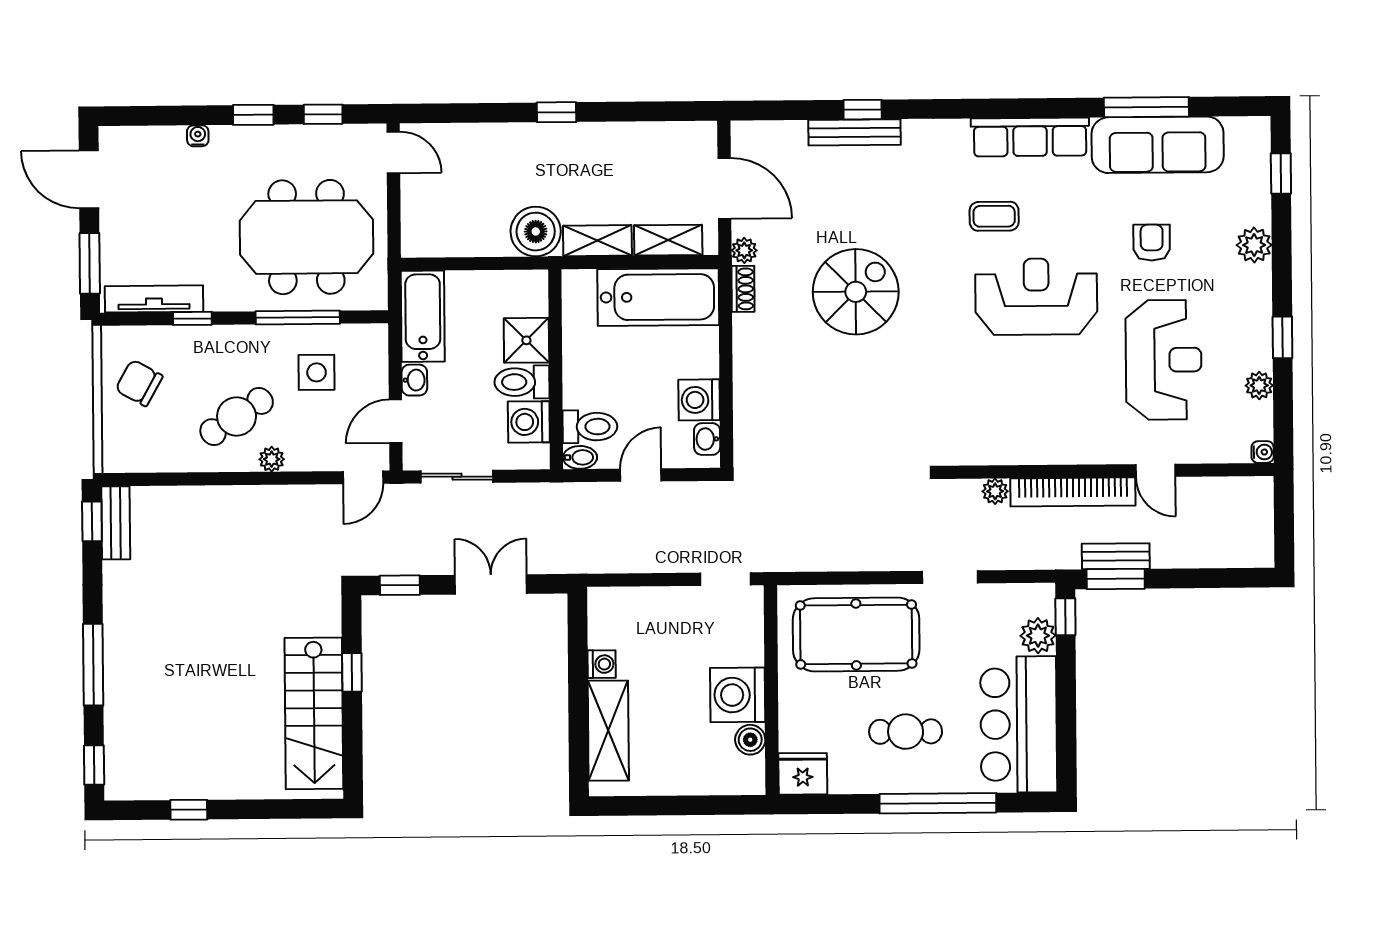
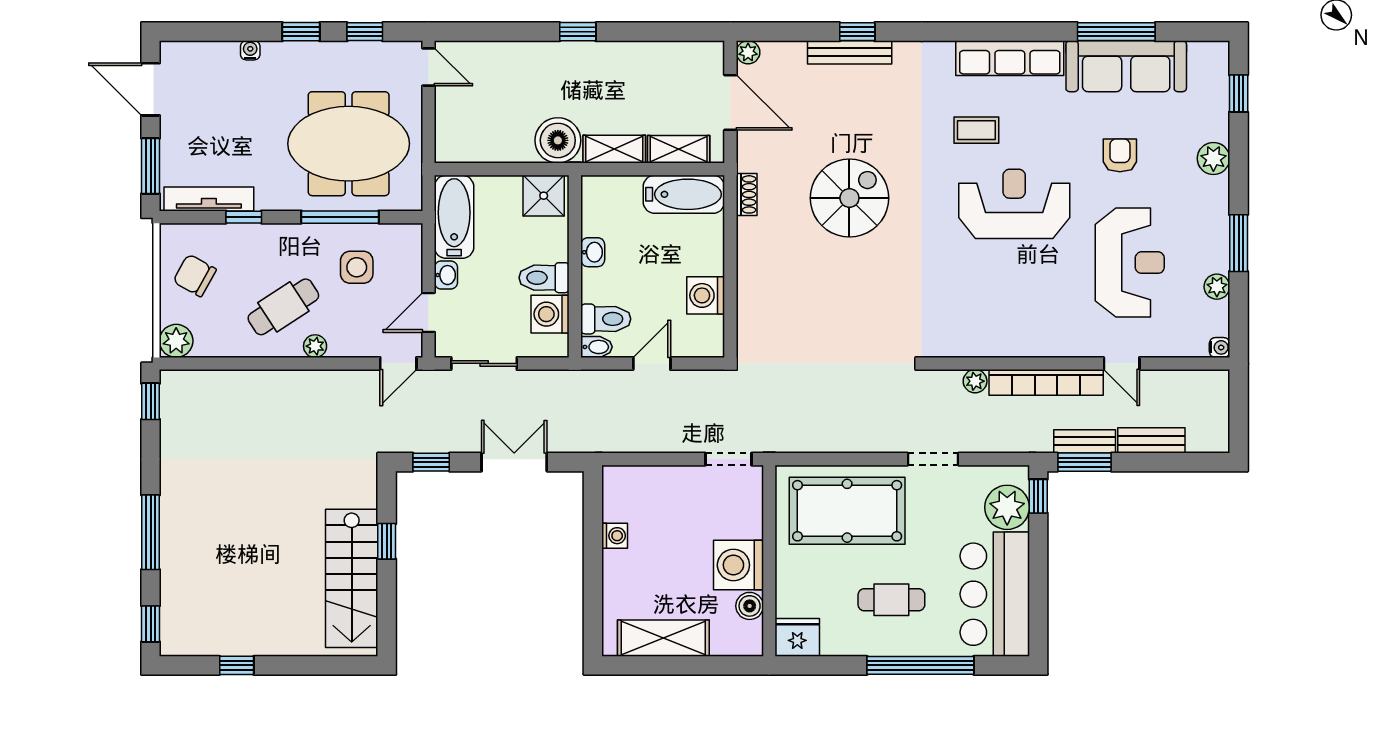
plant: (744, 250) -> (748, 52), moved
bathtub: (658, 297) -> (684, 194), width x0.73, depth x0.73
window: (1282, 337) -> (1239, 243), width x1.50
shower: (526, 340) -> (544, 196), moved
washbasin: (707, 439) -> (593, 252), moved, turned 180
plant: (119, 455) -> (176, 341), added
bench: (116, 523) -> (1151, 440), moved, turned 90
plant: (1038, 636) -> (1007, 507), width x1.36, depth x1.36
shelving: (608, 731) -> (663, 638), moved, turned 90

